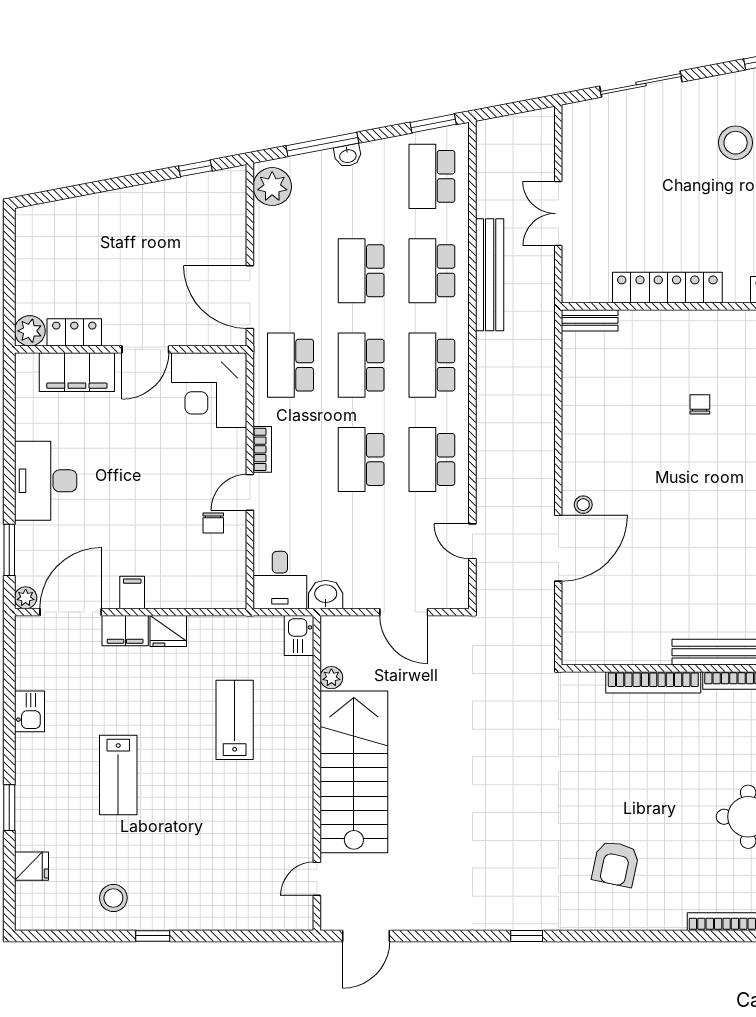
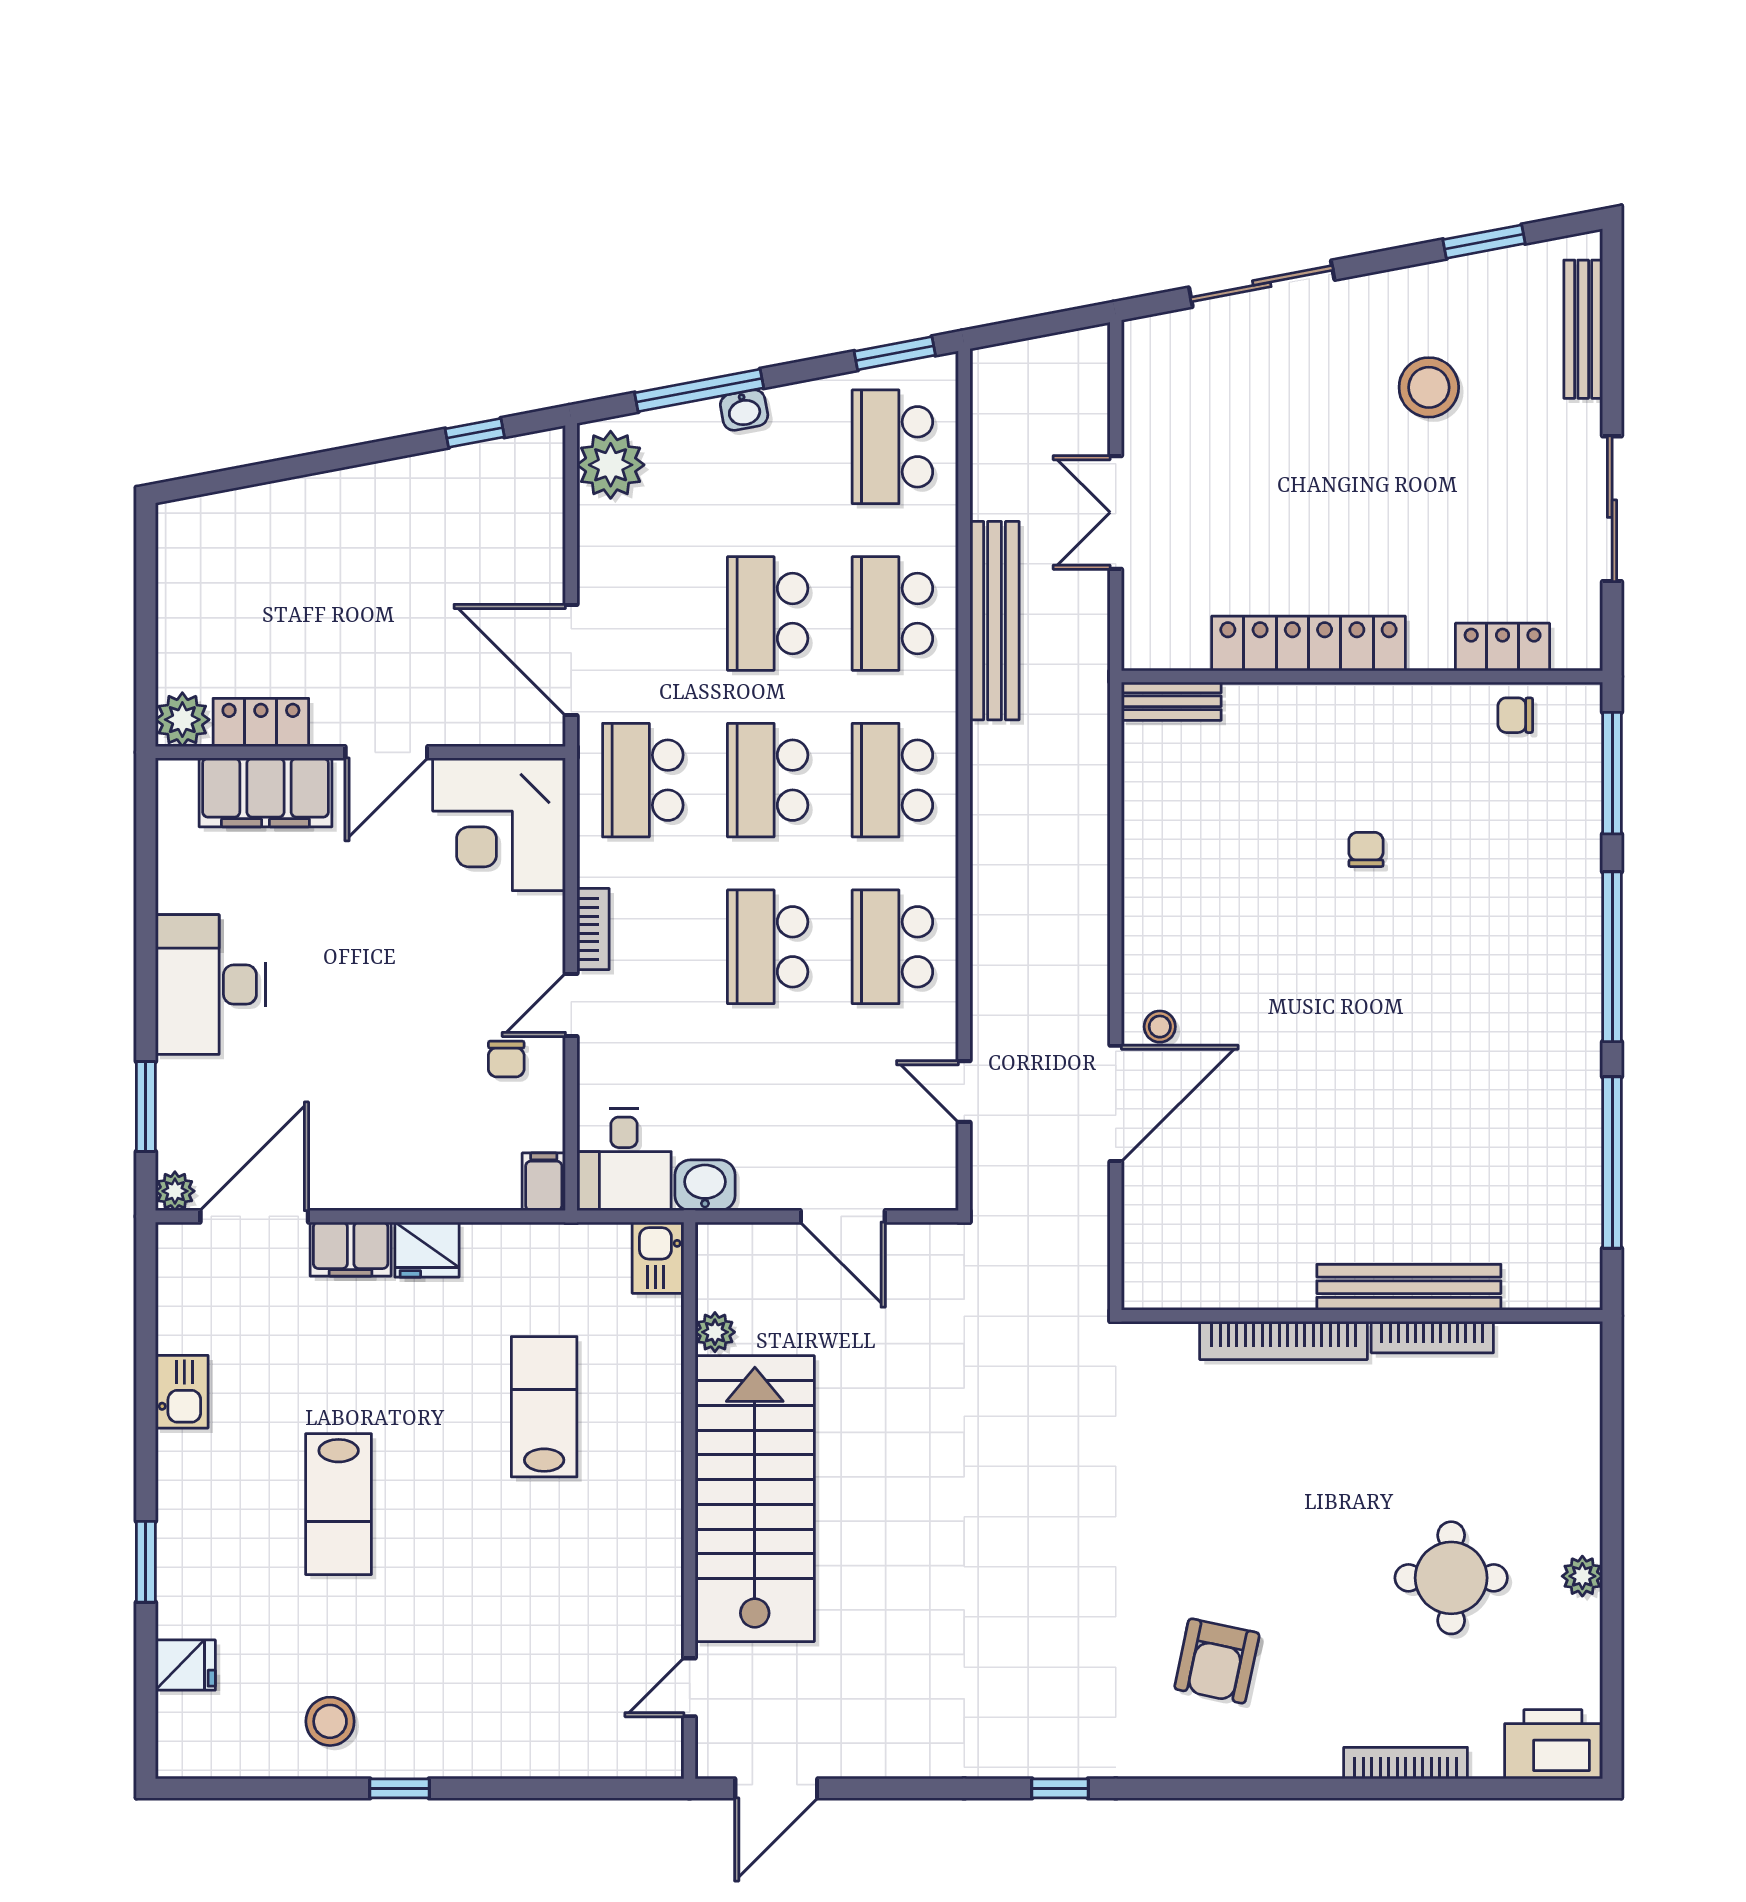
filing cabinet: (132, 593) -> (544, 1182), moved

